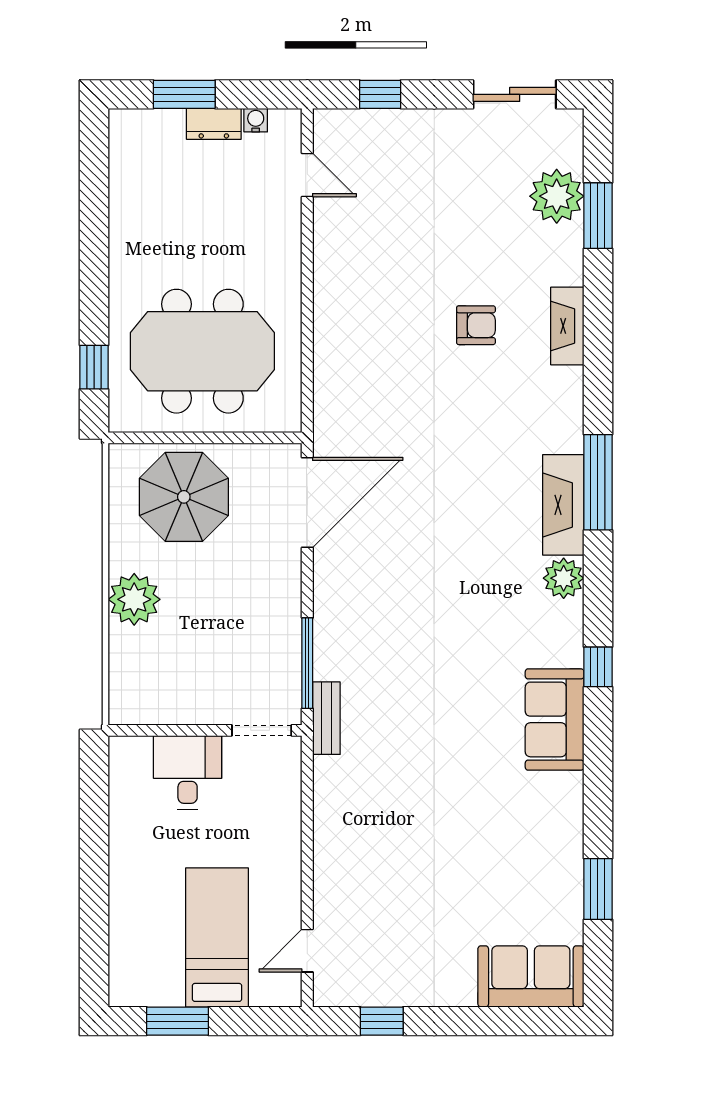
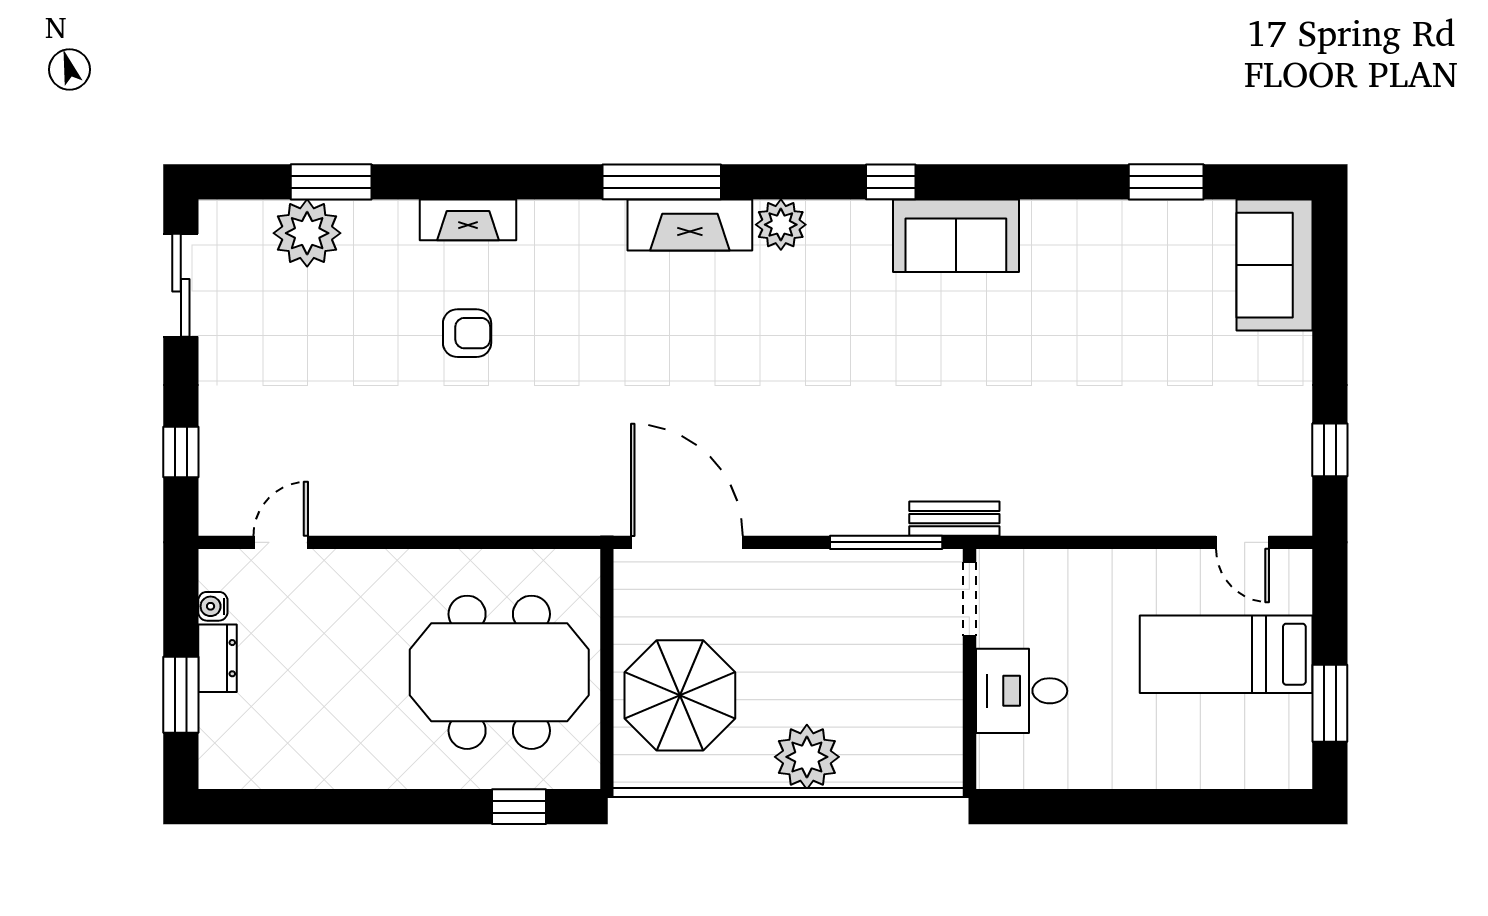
armchair: (476, 325) -> (467, 333), turned 90
meeting table: (202, 351) -> (499, 672), turned 90

